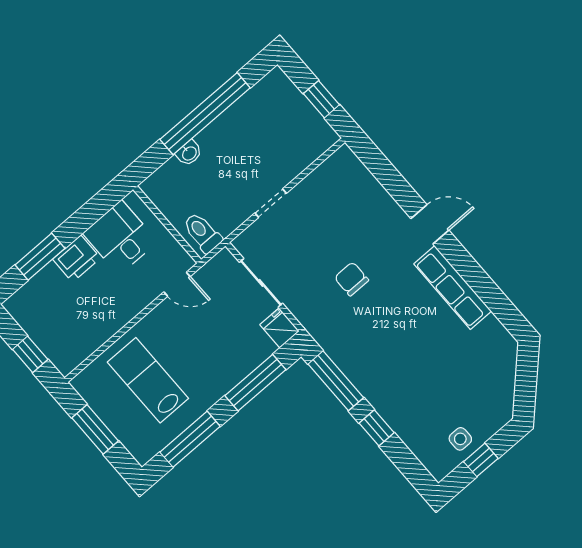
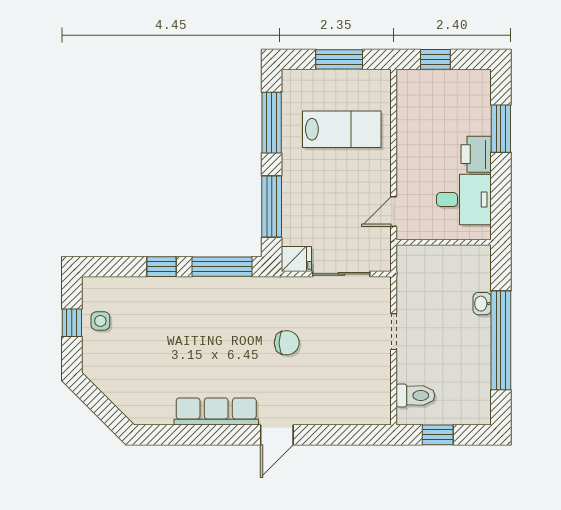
toilet: (202, 233) -> (415, 395), moved

